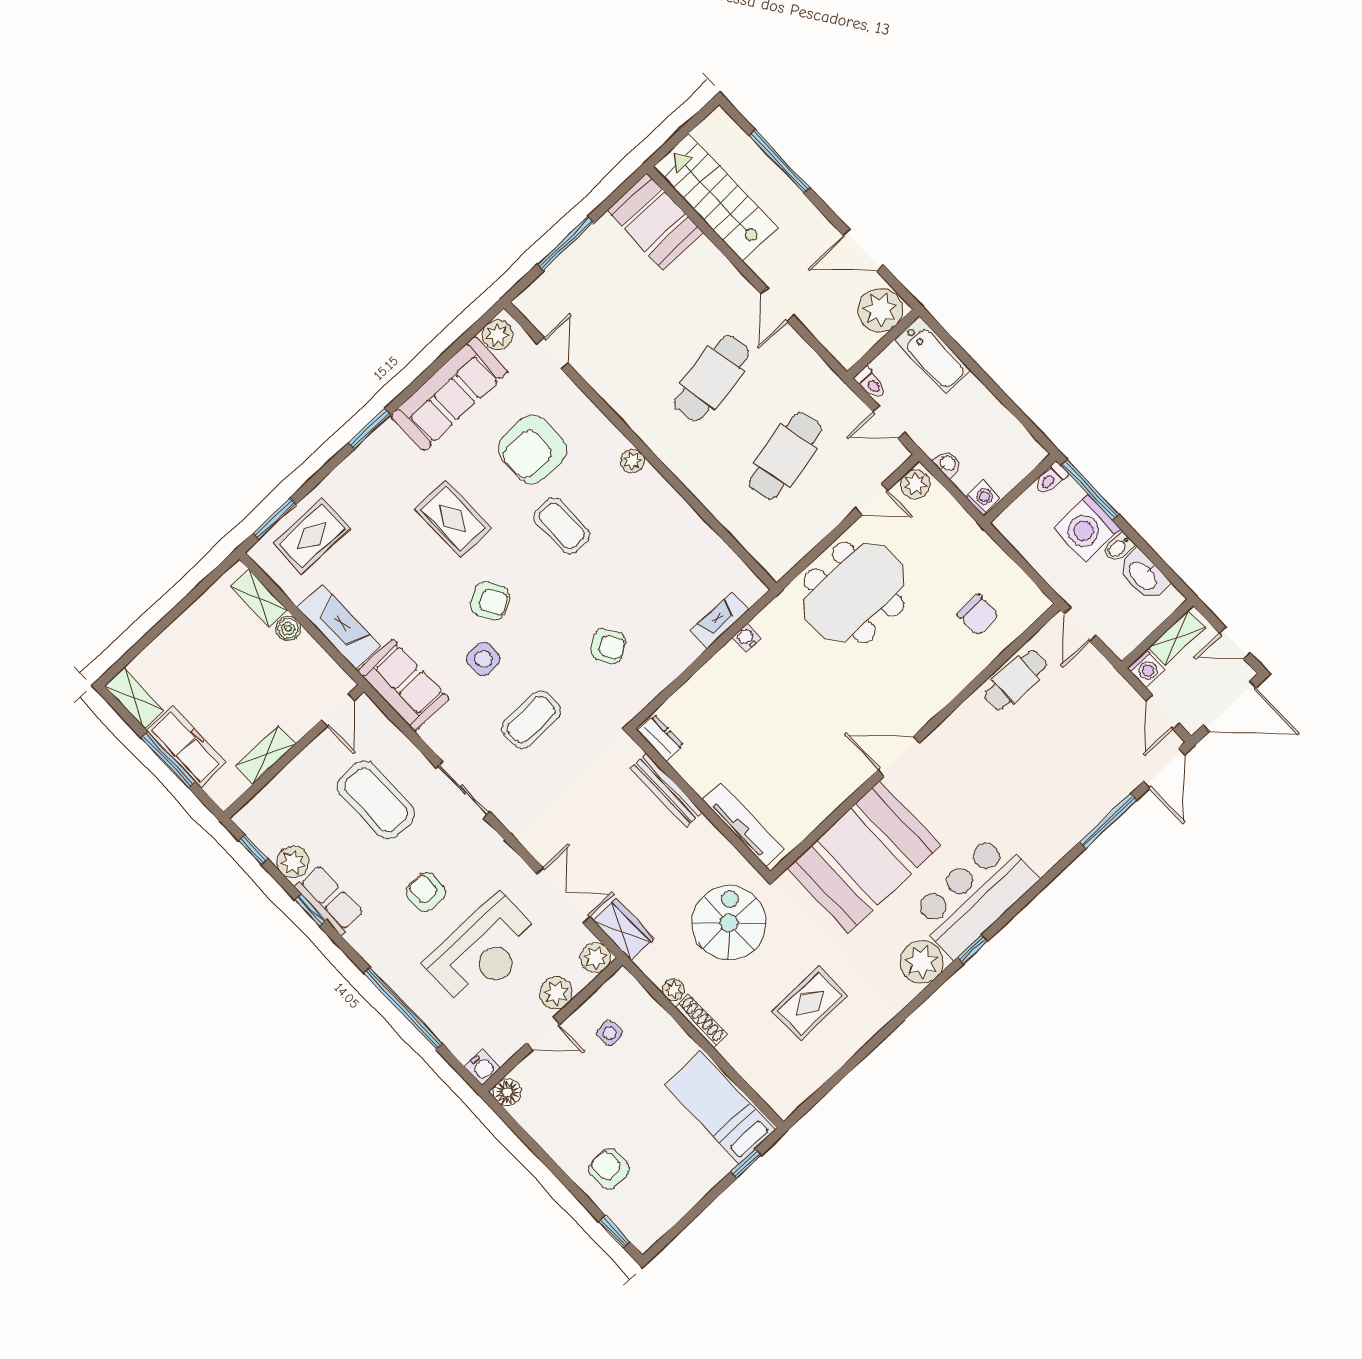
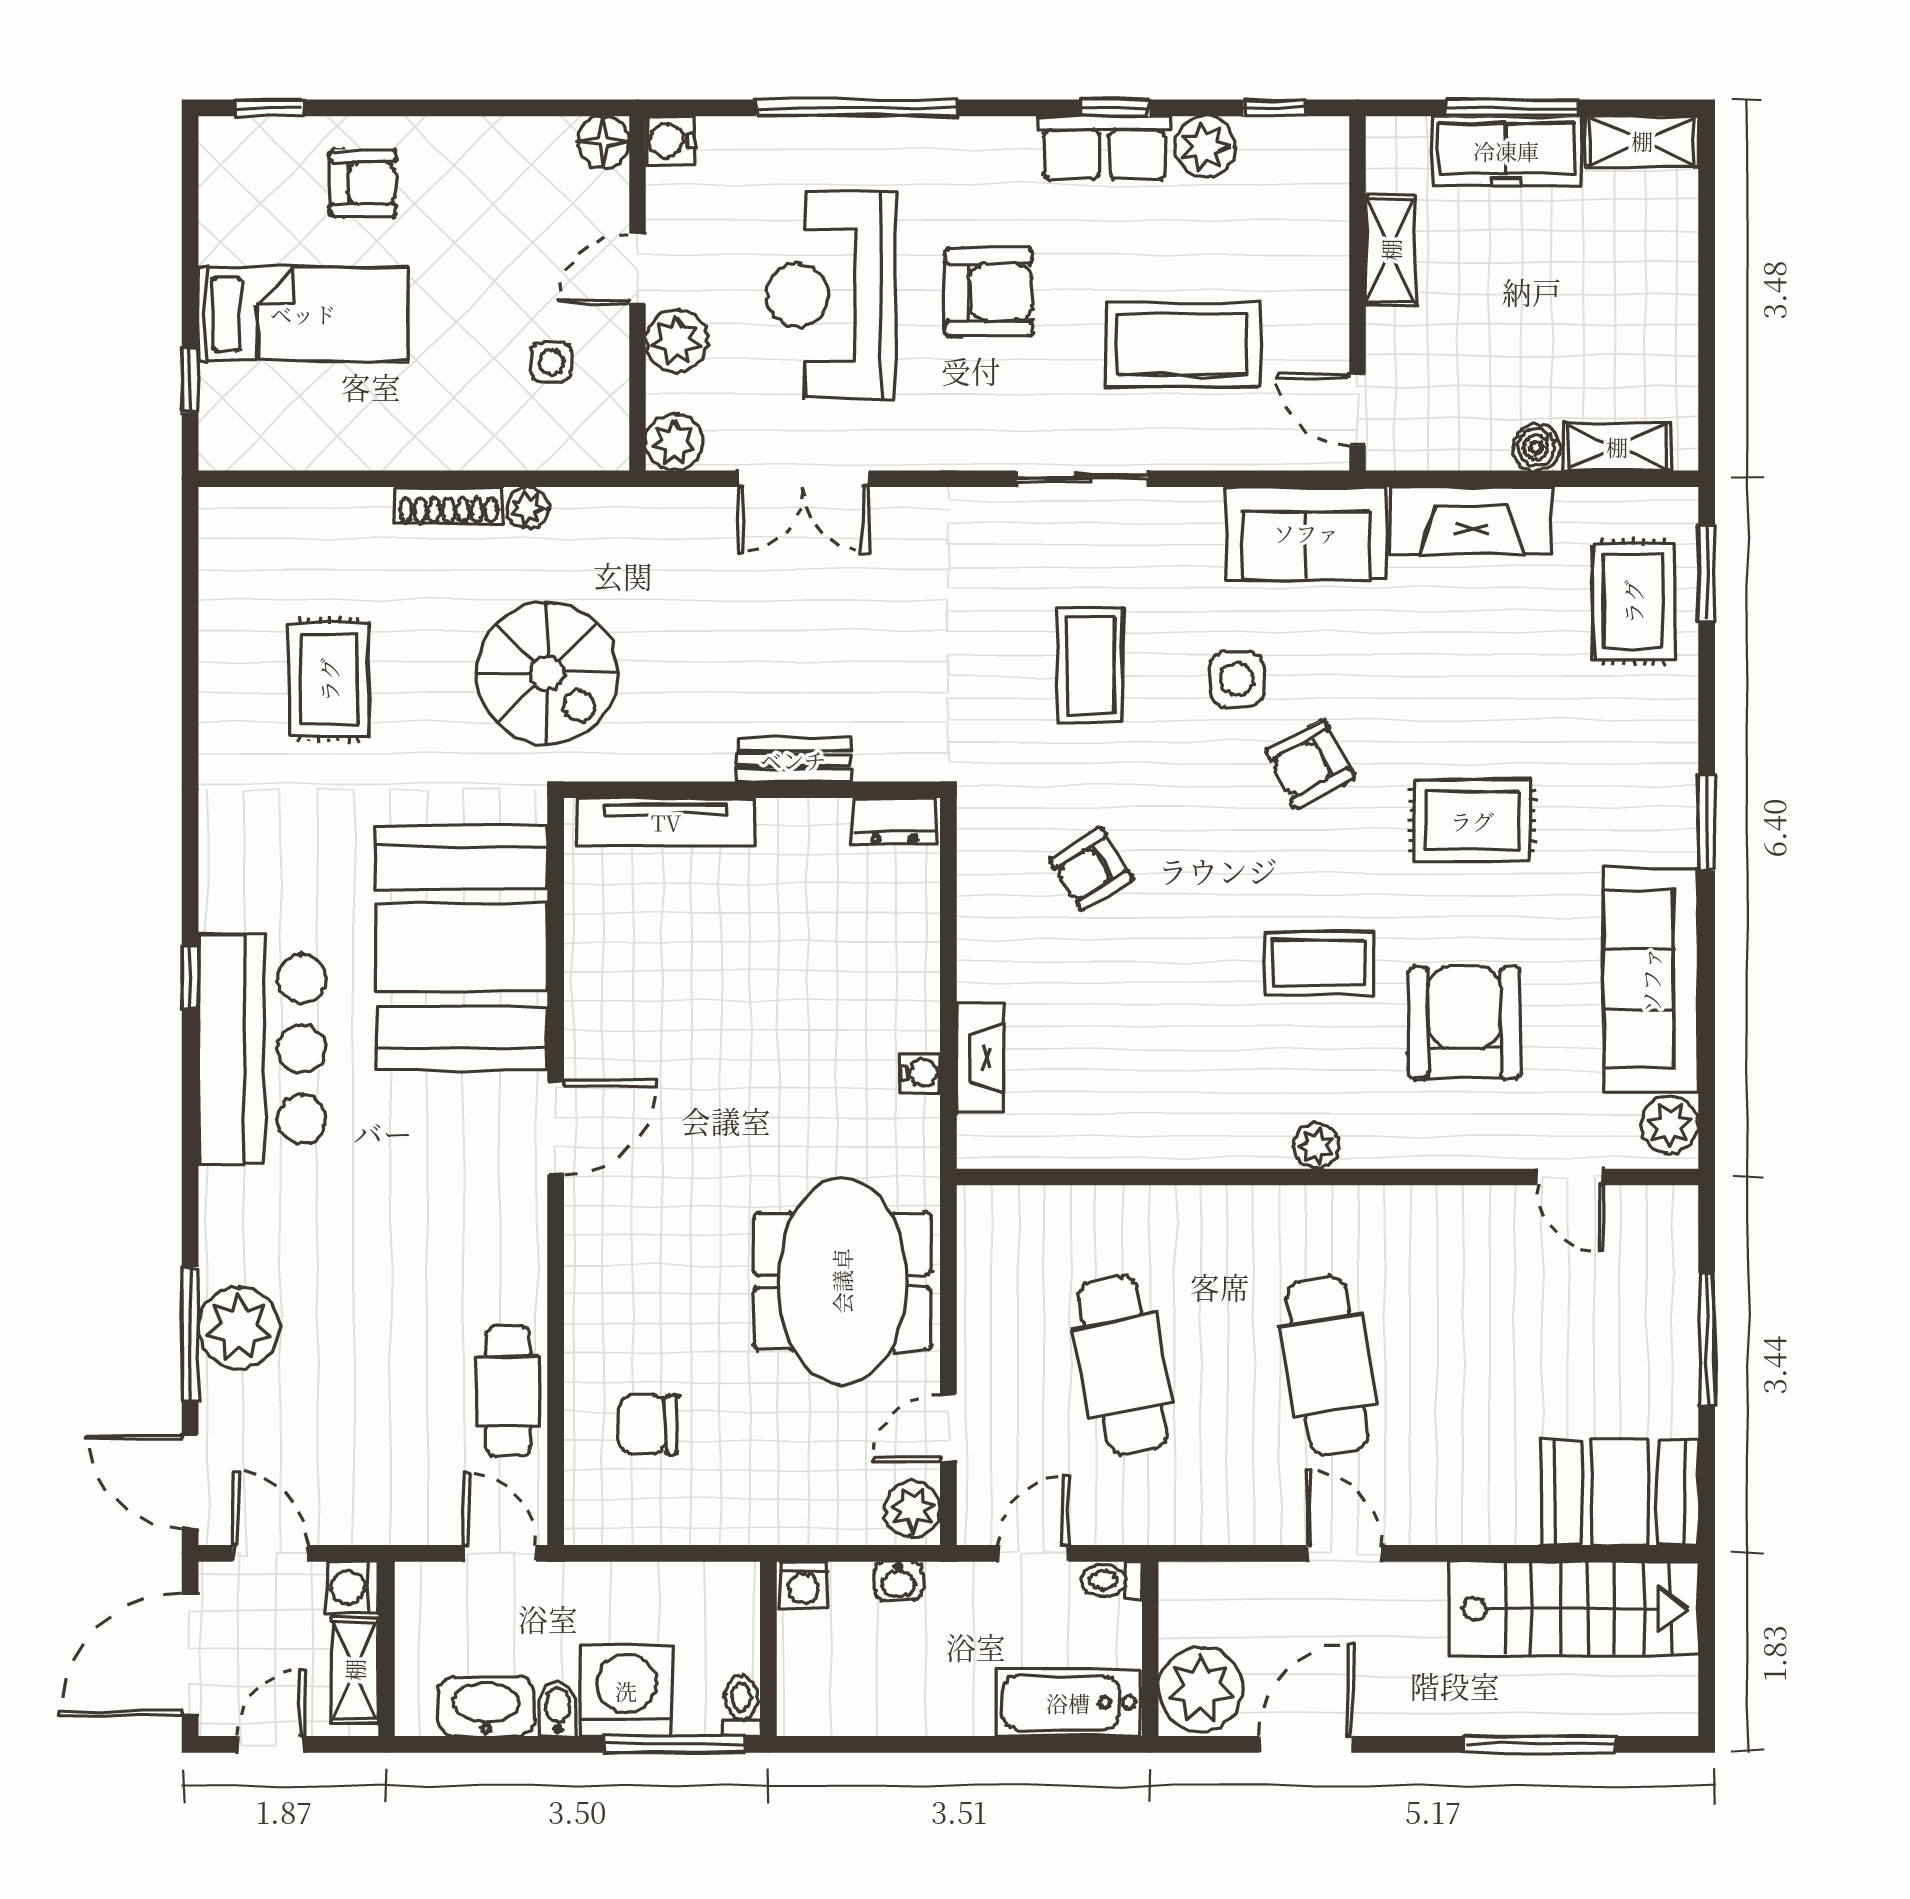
bench: (666, 790) -> (793, 760), width x0.73
armchair: (426, 892) -> (989, 292), width x1.38, depth x1.38
wardrobe: (624, 930) -> (676, 518), removed
plant: (922, 962) -> (239, 1328), moved
bed: (720, 1107) -> (303, 314), moved

